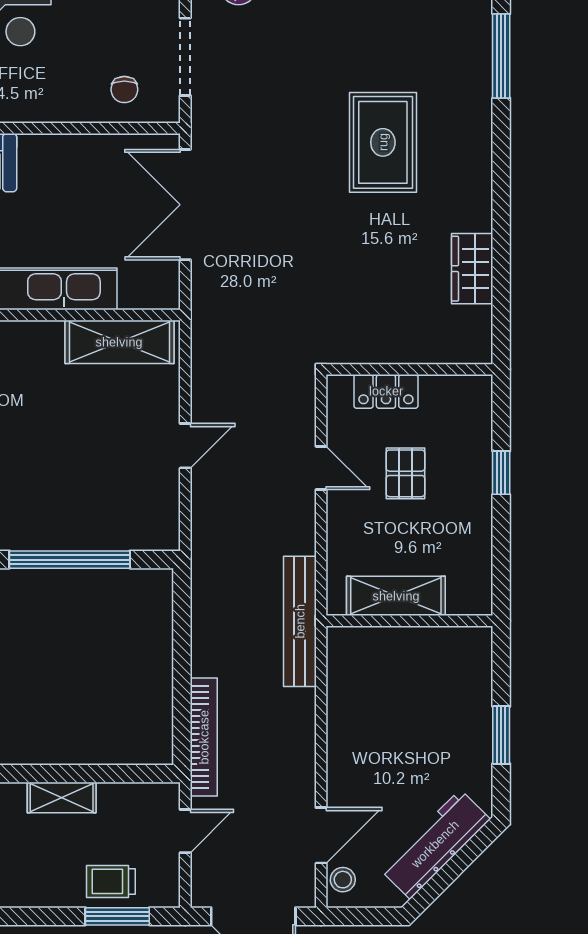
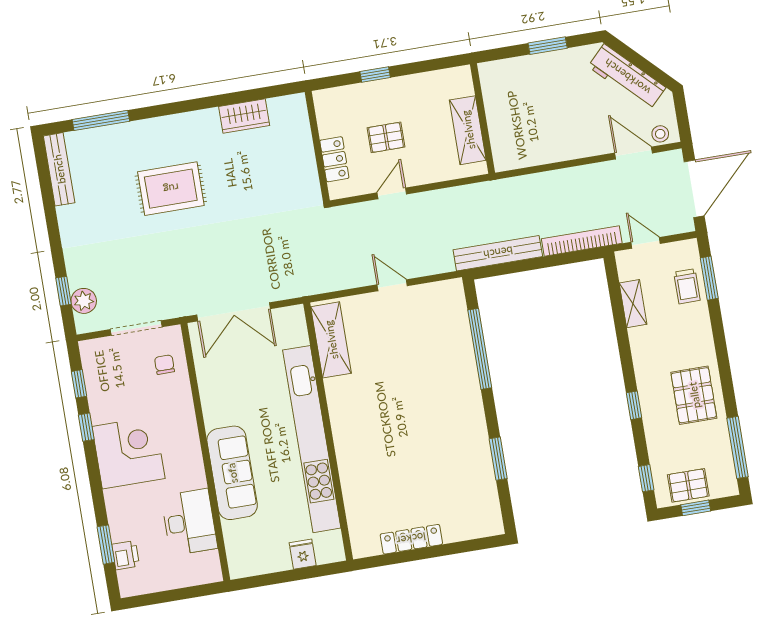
chair: (124, 89) -> (164, 365), turned -90
bench: (300, 621) -> (498, 253), moved
shelving: (62, 797) -> (633, 304), moved

